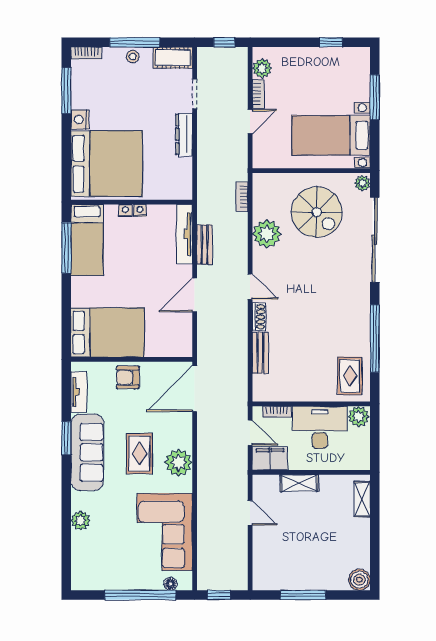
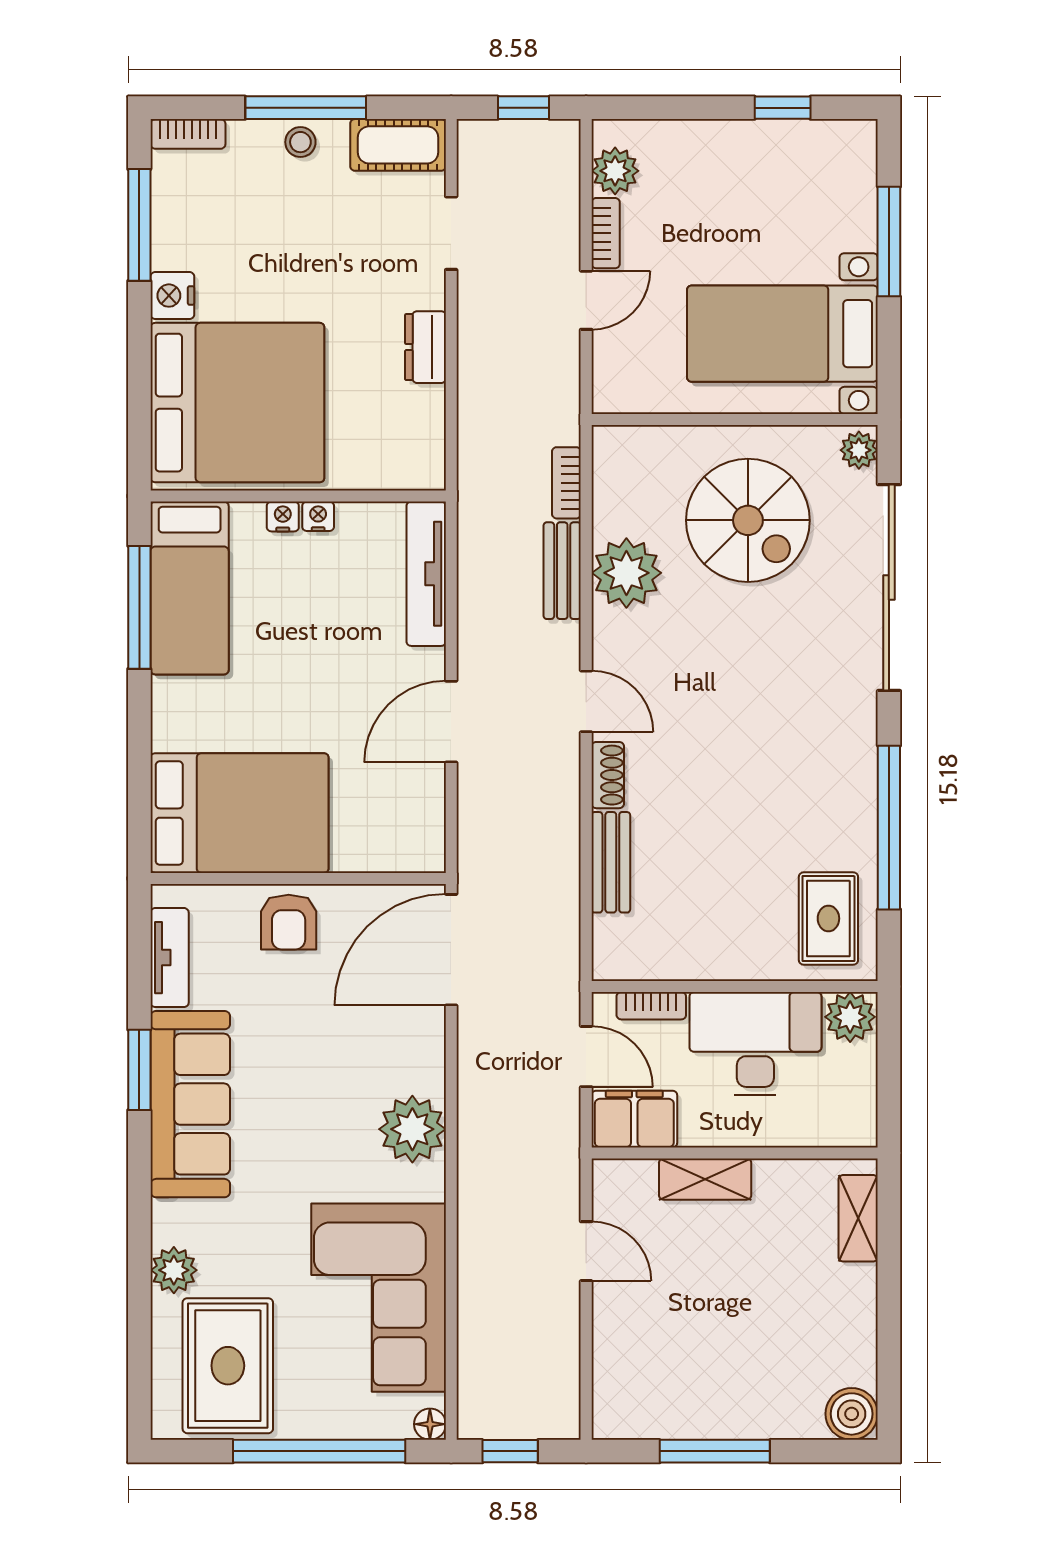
dresser: (184, 134) -> (425, 347), width x0.70
bench: (204, 245) -> (562, 571), moved
armchair: (128, 377) -> (289, 922), turned -90
rug: (139, 454) -> (228, 1366), moved, width x1.36, depth x1.43
floor lamp: (170, 584) -> (430, 1424), moved

